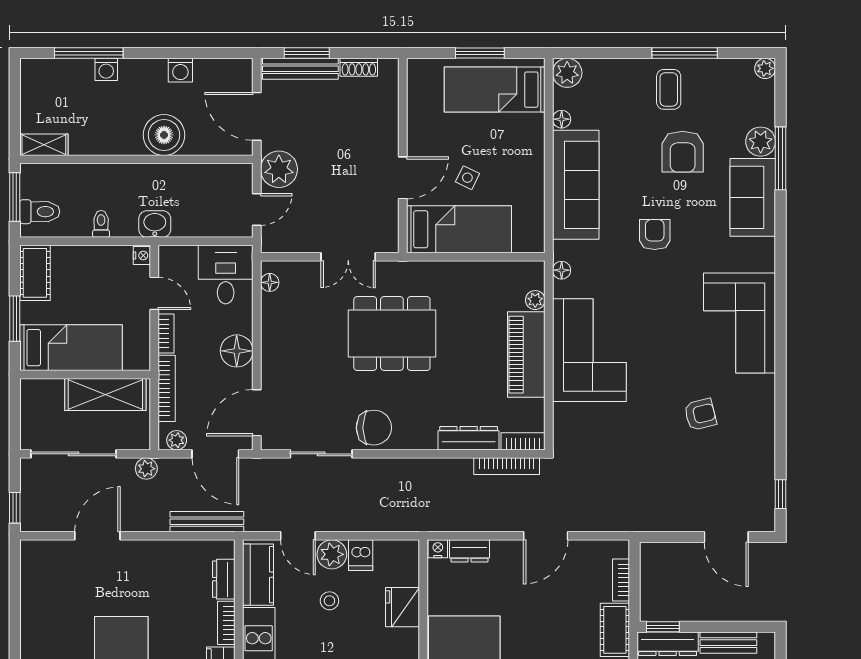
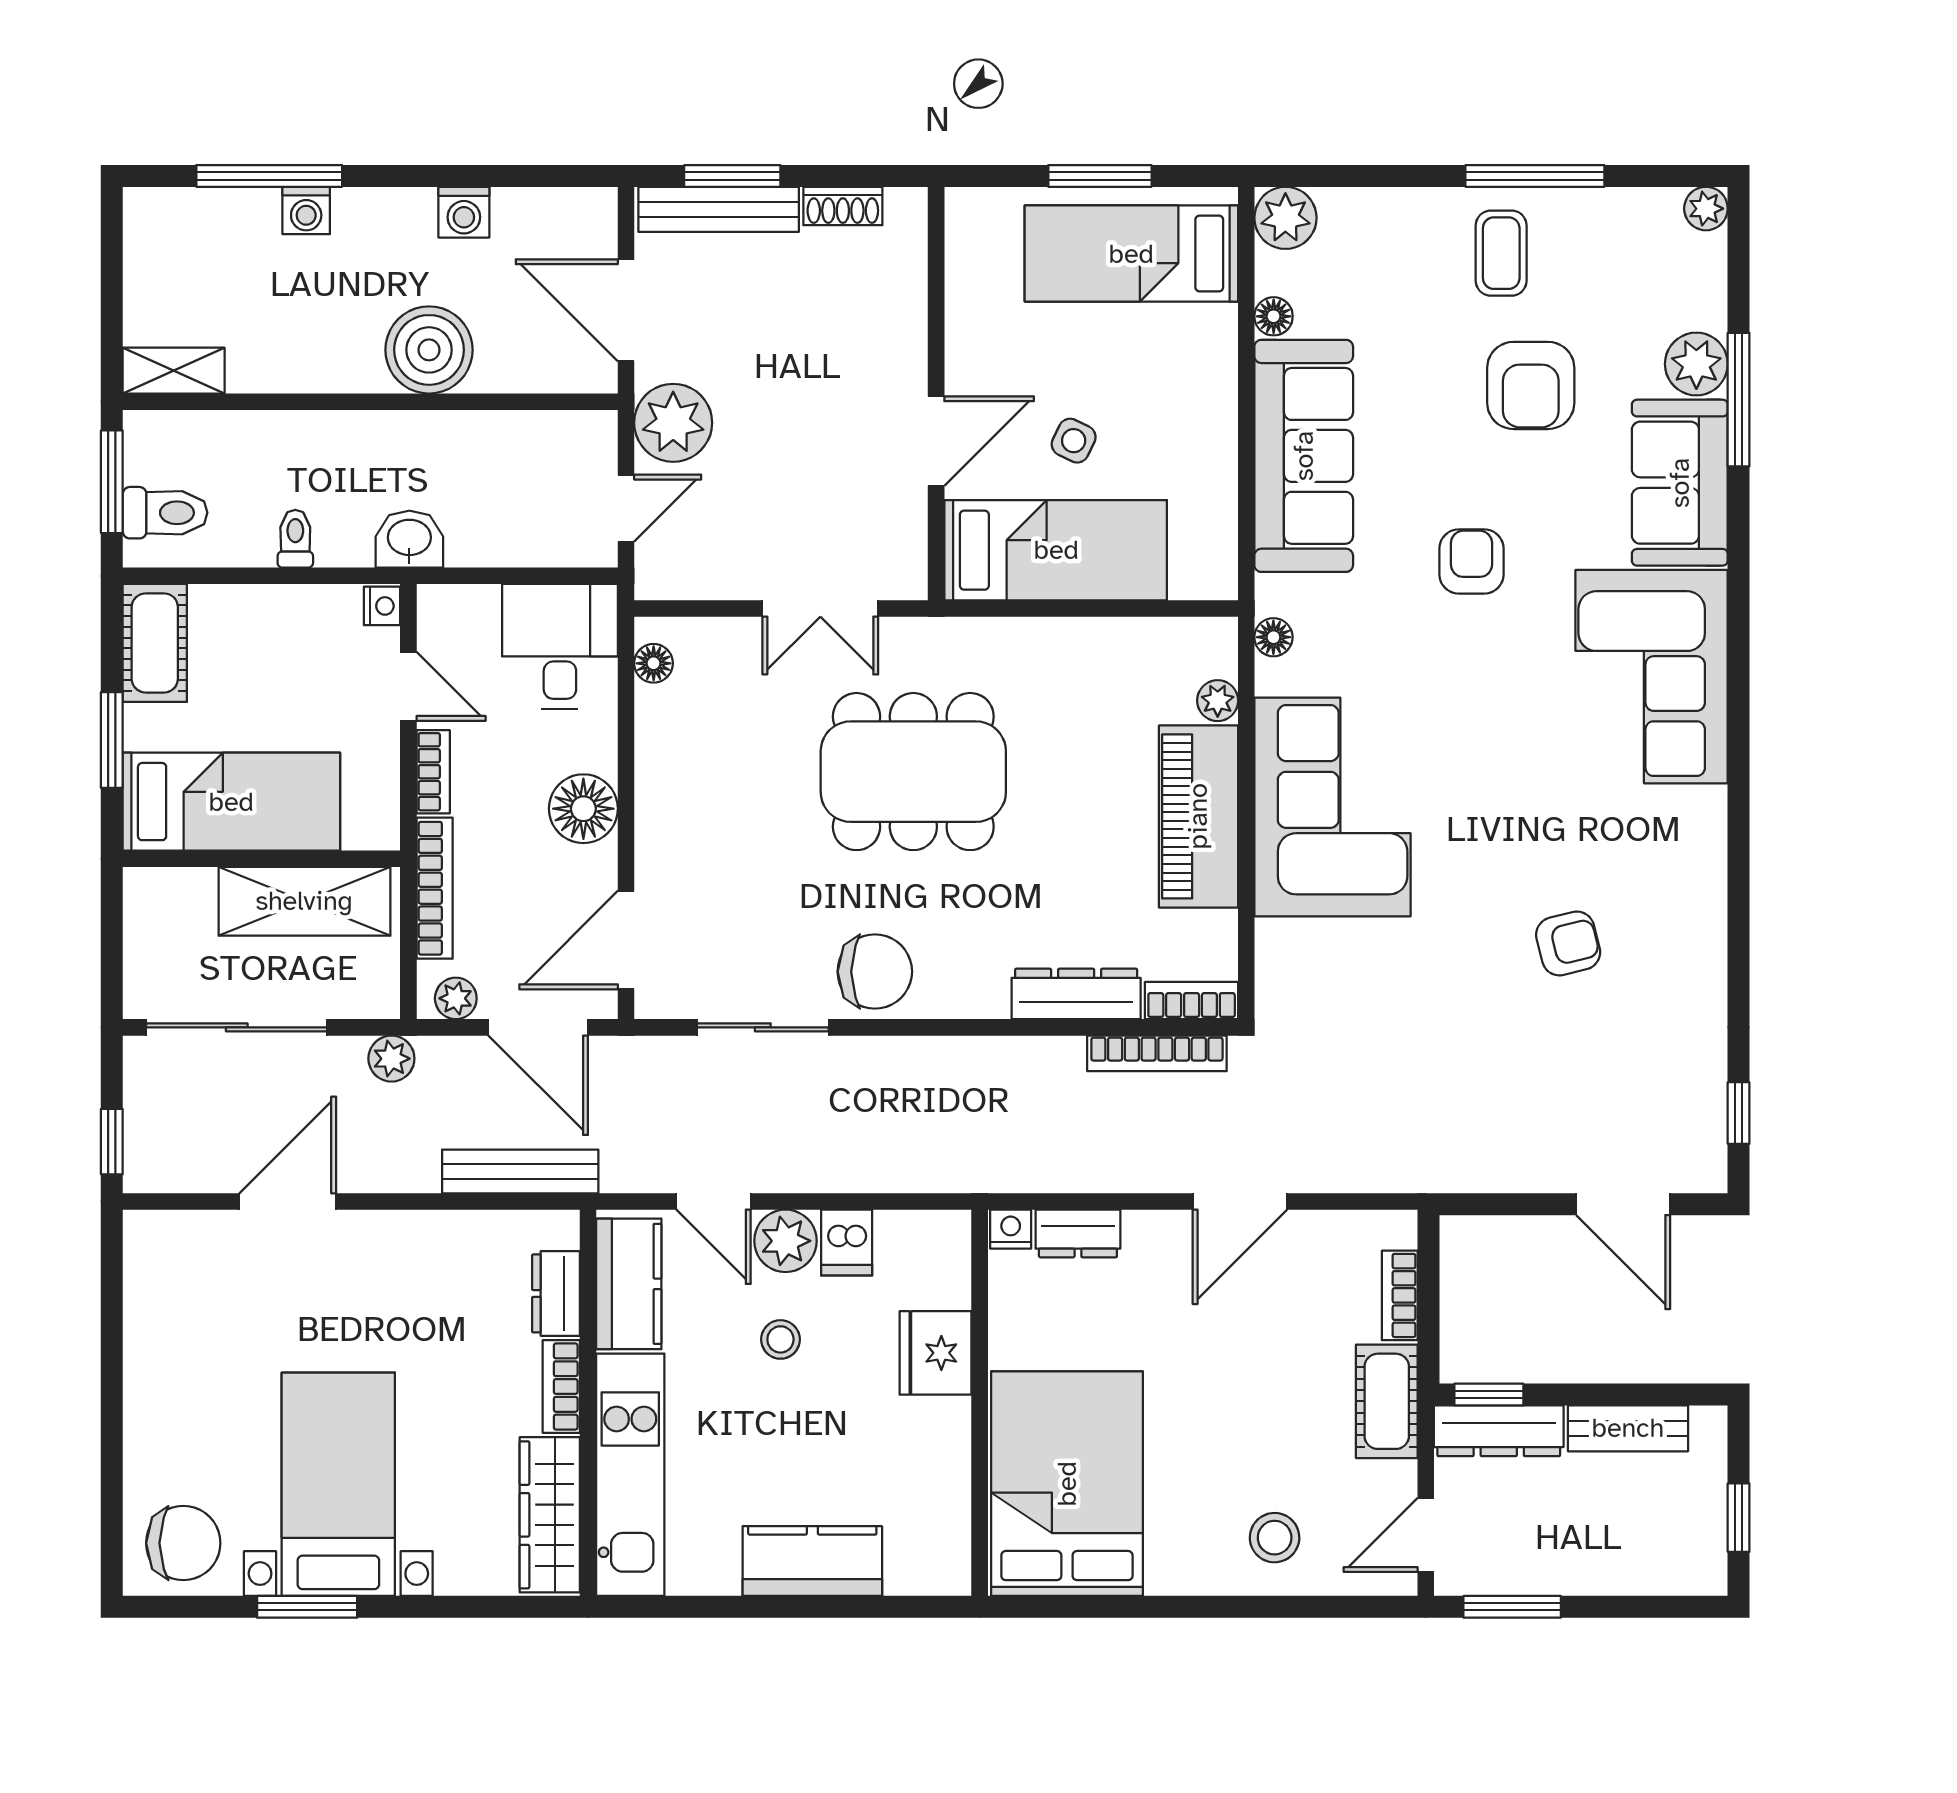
corner sofa: (740, 323) -> (1652, 677), moved

